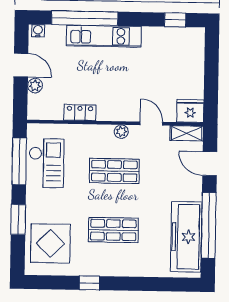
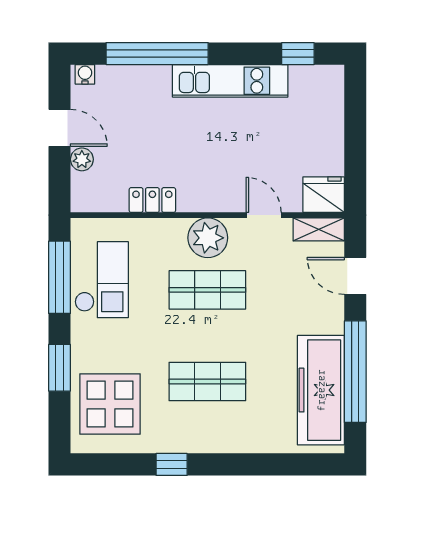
kitchen unit: (104, 36) -> (230, 81), moved
plant: (121, 132) -> (208, 238), width x1.88, depth x1.88

